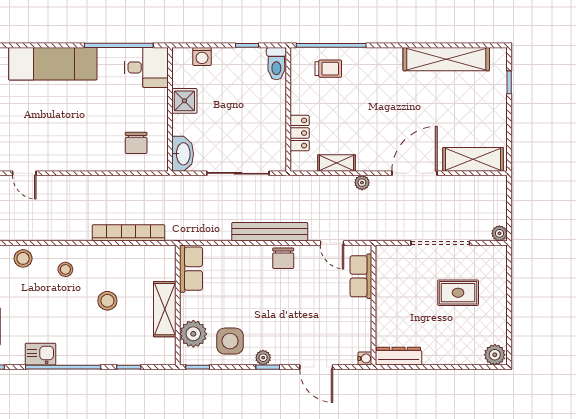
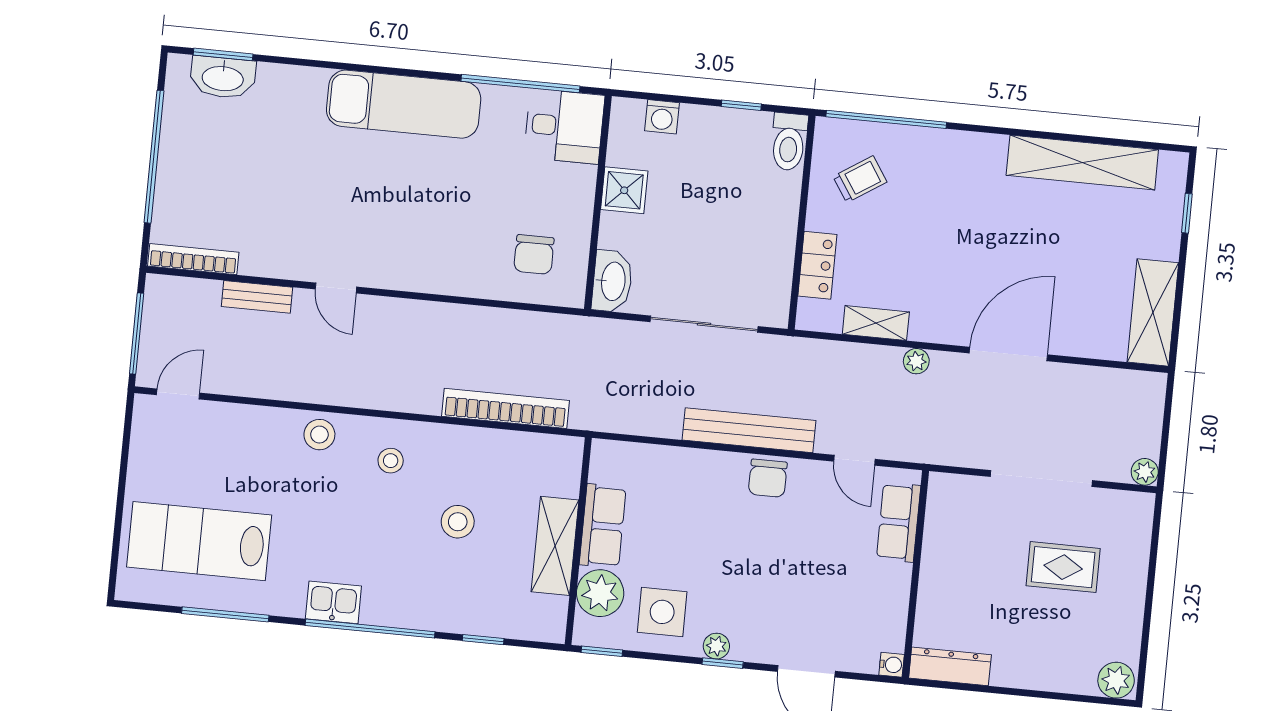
trolley: (328, 69) -> (860, 179), moved, turned -33
shelving: (473, 159) -> (1153, 312), moved, turned 90
row of seats: (191, 269) -> (603, 526), moved

